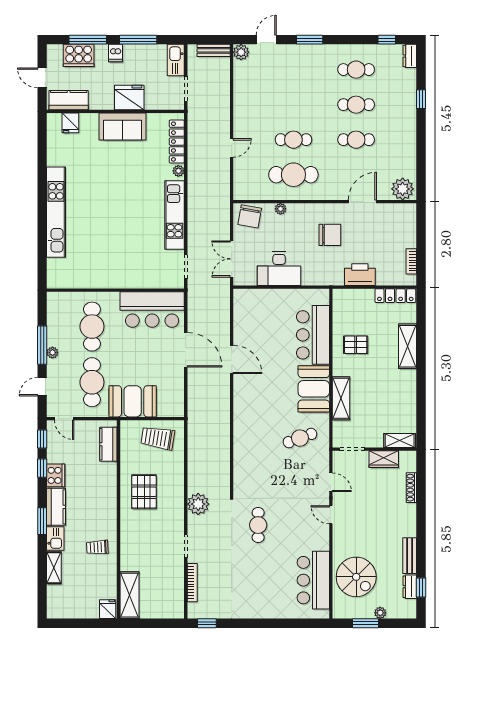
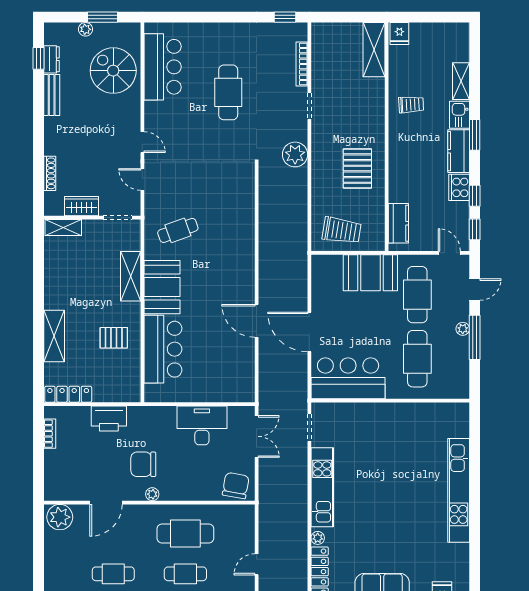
plant: (280, 209) -> (152, 494), moved
cafe table: (258, 525) -> (228, 92), moved, width x1.37, depth x1.35

